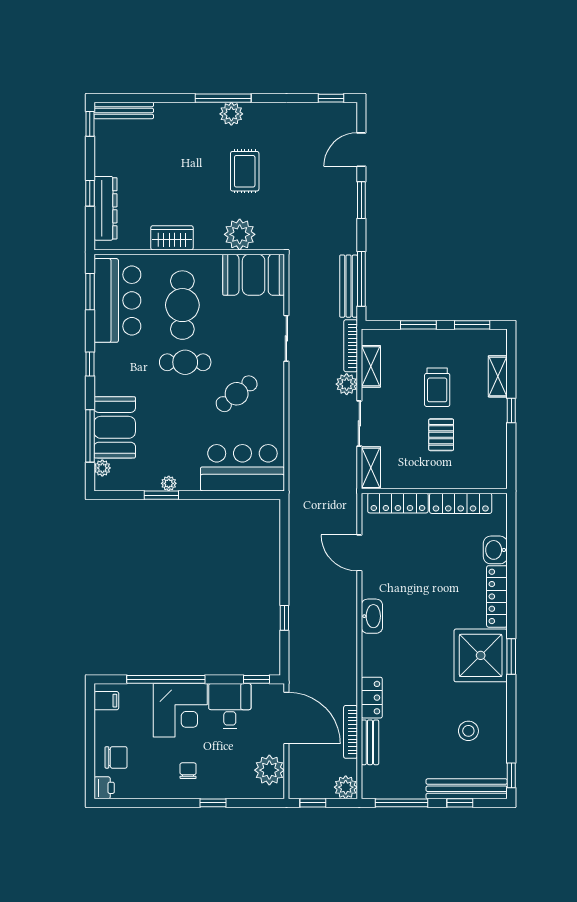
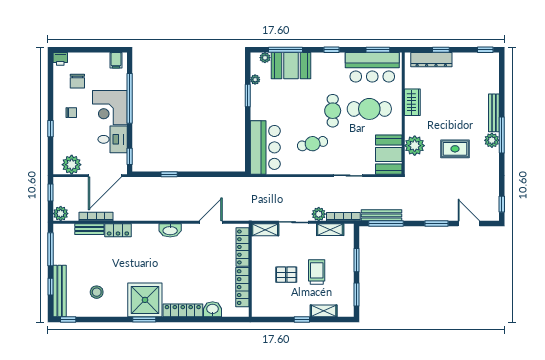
bench: (124, 110) -> (494, 113), moved
trolley: (437, 387) -> (317, 272), turned 90
cafe table: (237, 394) -> (313, 144), turned -63
plant: (169, 483) -> (255, 80), moved
chair: (116, 757) -> (77, 81), moved

